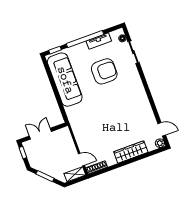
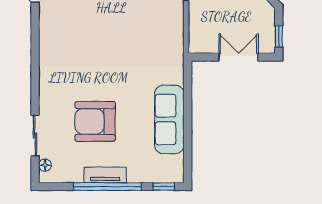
tv unit: (99, 41) -> (105, 175), moved
sofa: (65, 80) -> (169, 119), width x0.74, depth x0.79
double door: (40, 134) -> (239, 57), swing flipped

